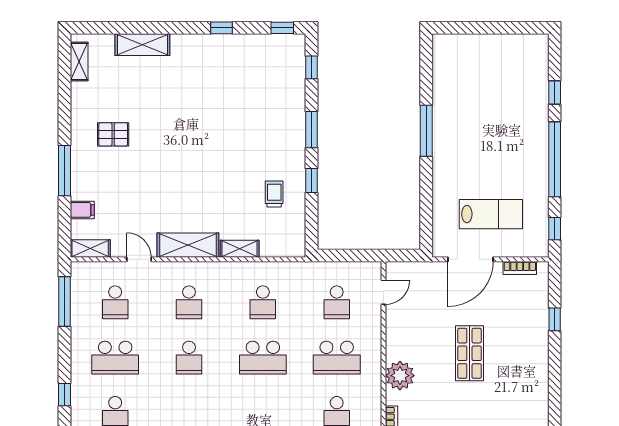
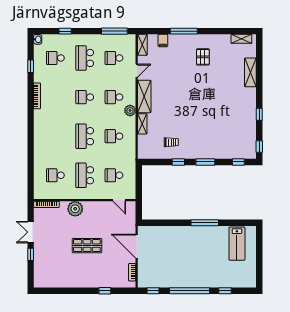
lab bench: (491, 214) -> (237, 244), moved
plant: (214, 272) -> (130, 110), added

